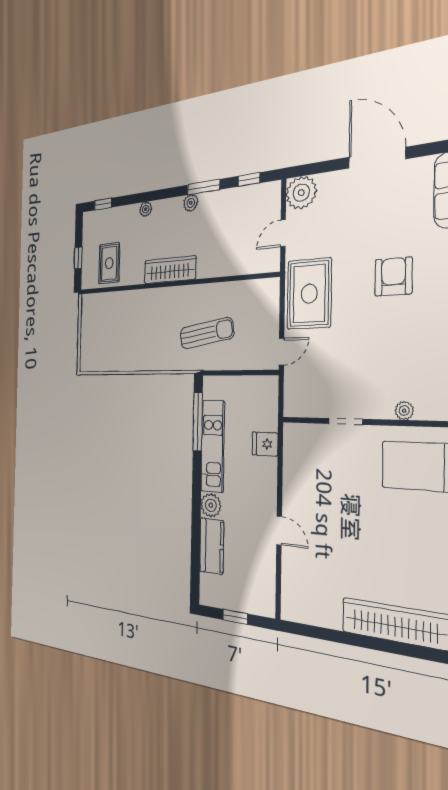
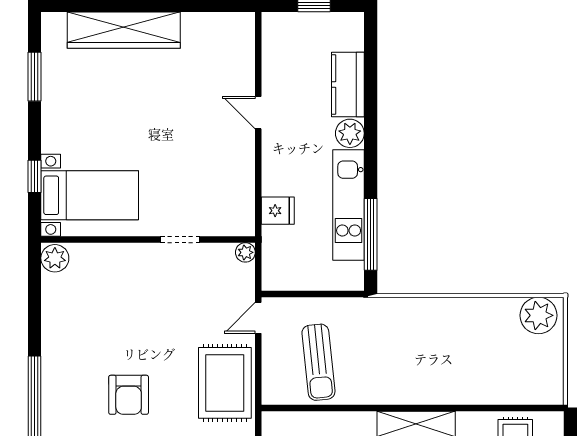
sun lounger: (207, 333) -> (318, 362), moved, turned -87
plant: (94, 359) -> (538, 315), added
plant: (404, 411) -> (245, 252), moved

